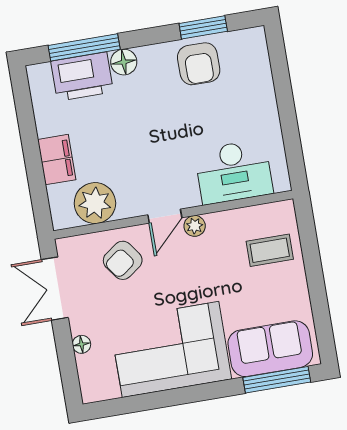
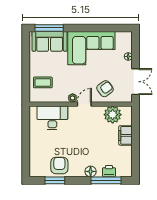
printer: (82, 77) -> (109, 171), width x0.53, depth x0.68

